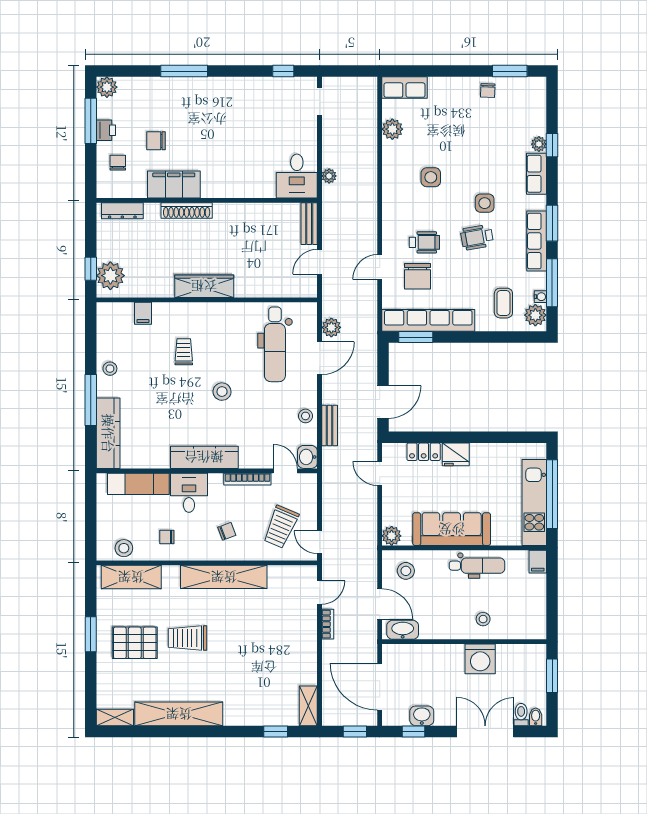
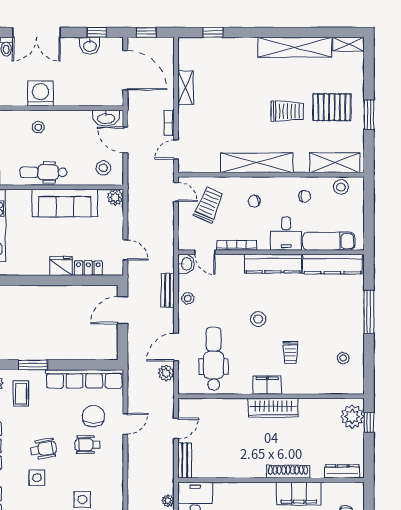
filing cabinet: (143, 313) -> (267, 385), moved, width x2.00
window: (416, 337) -> (33, 365), moved
stool: (110, 369) -> (343, 358), moved
kitchen counter: (108, 433) -> (332, 264), moved, turned -90
shelving: (308, 706) -> (186, 88), moved

